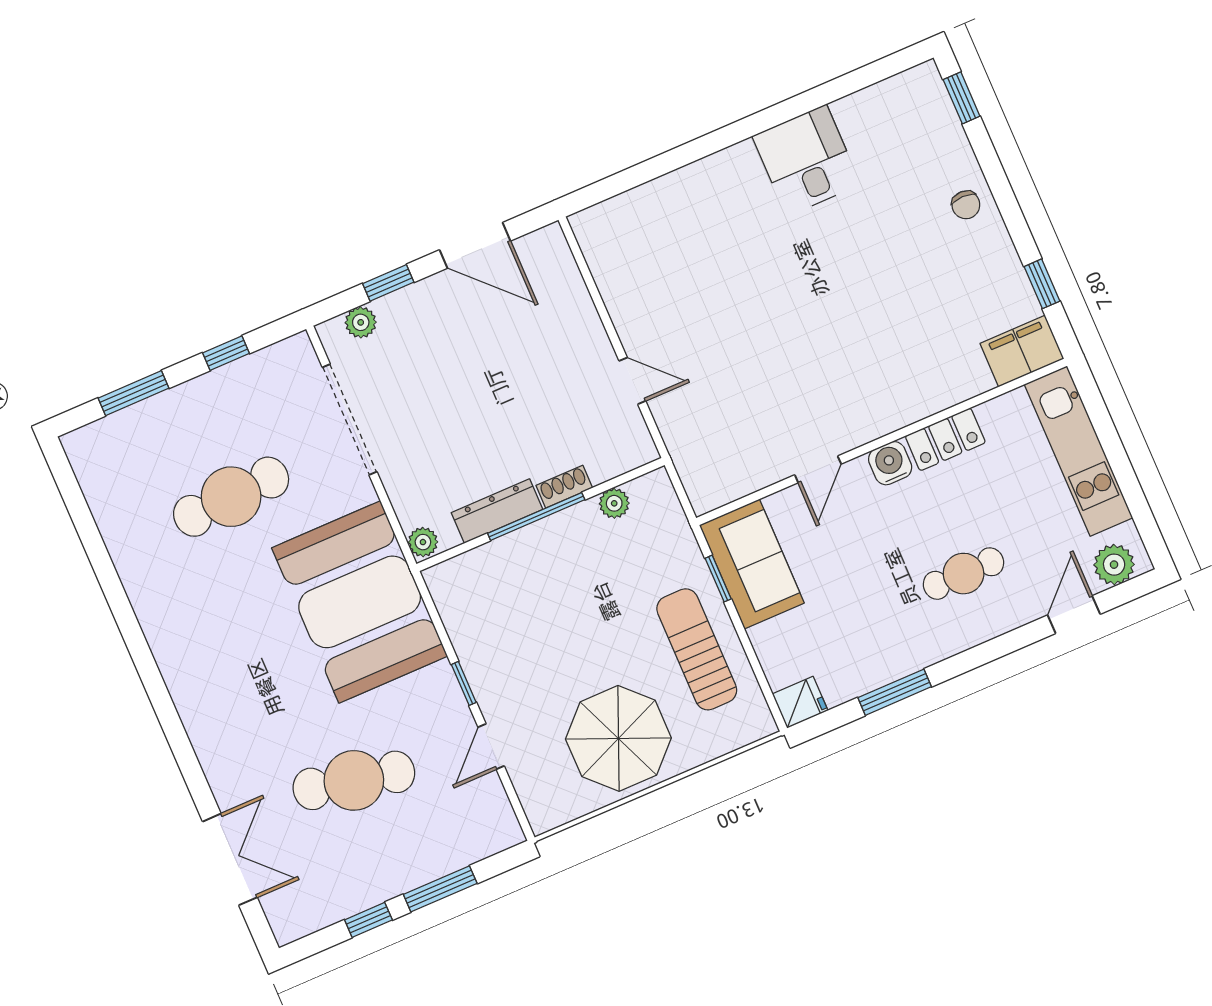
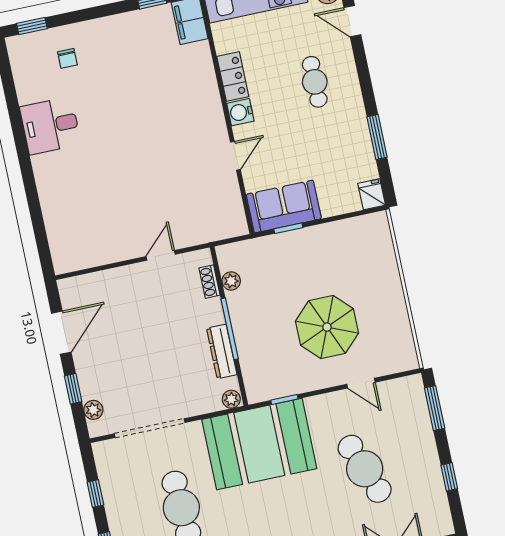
chair: (966, 205) -> (67, 58), moved, turned 90
door: (818, 469) -> (235, 156), hinge flipped
shoe rack: (564, 487) -> (210, 282), moved
sun lounger: (697, 649) -> (328, 249), removed
window: (464, 683) -> (284, 399), moved
parasol: (618, 738) -> (327, 327), moved
cafe table: (354, 780) -> (365, 469), turned -33
window: (440, 889) -> (435, 408), moved

